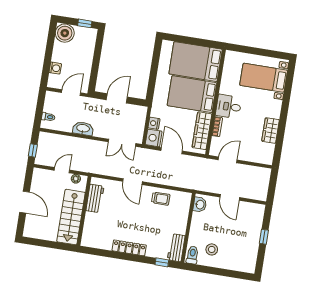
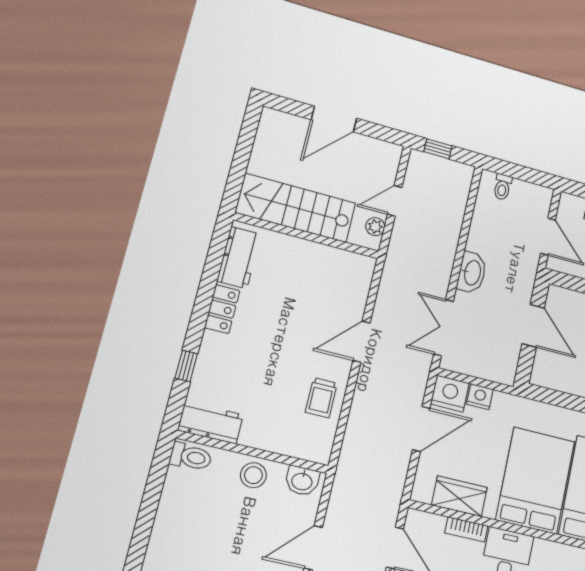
washbasin: (83, 129) -> (472, 273), moved
wardrobe: (202, 131) -> (459, 496), width x0.67
door: (62, 170) -> (395, 201), swing flipped
workbench: (95, 198) -> (239, 258), moved, turned -90
locker: (129, 248) -> (222, 309), width x0.66
stool: (212, 249) -> (253, 475), moved
window: (162, 262) -> (186, 366), moved

